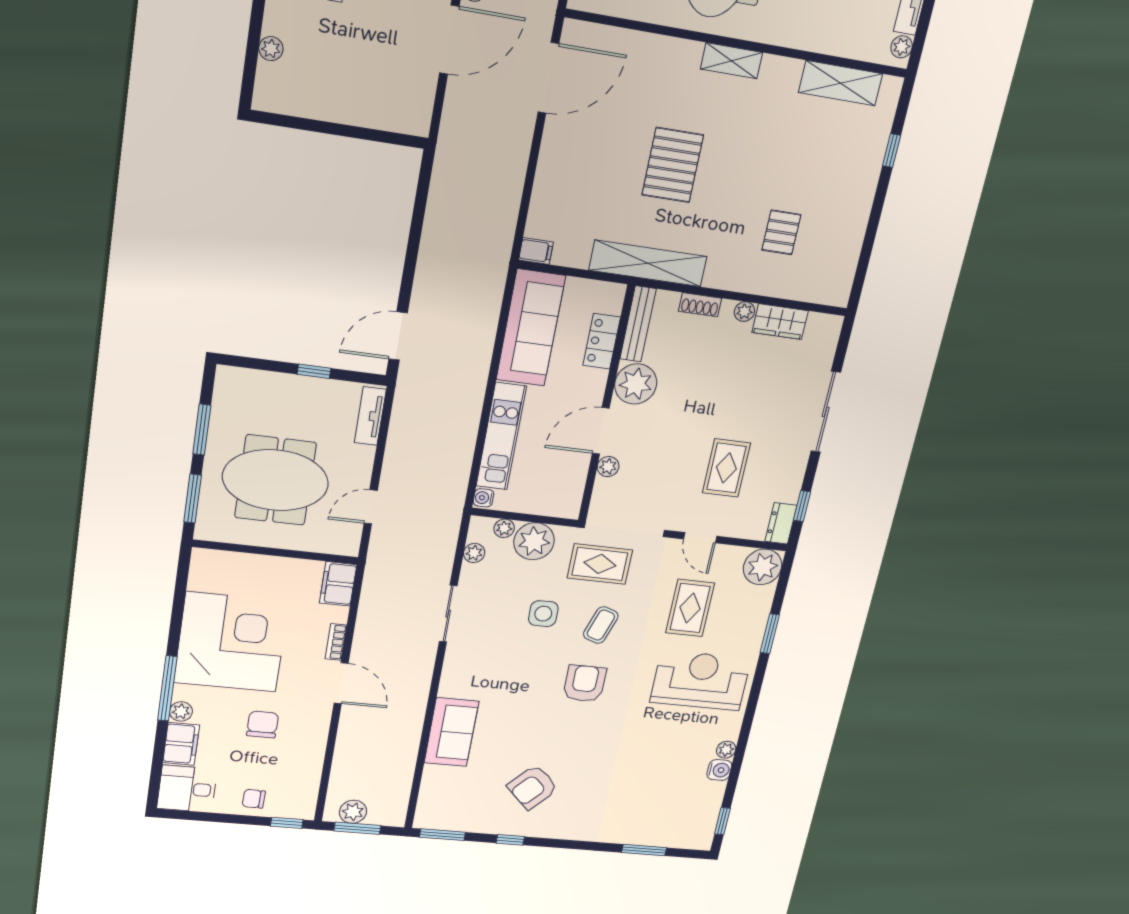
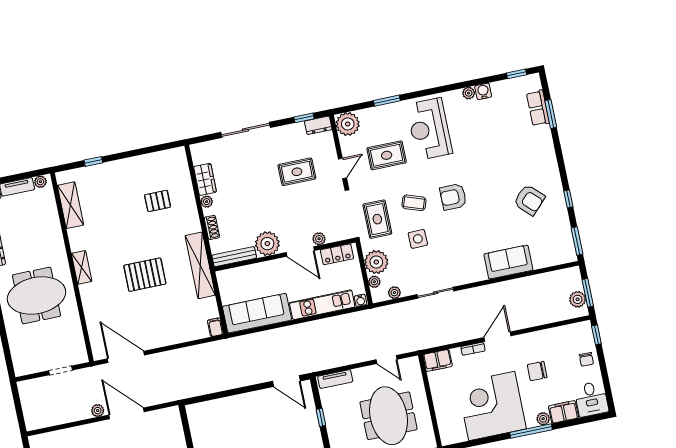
locker: (602, 341) -> (337, 254), moved
row of seats: (661, 836) -> (538, 108), added

